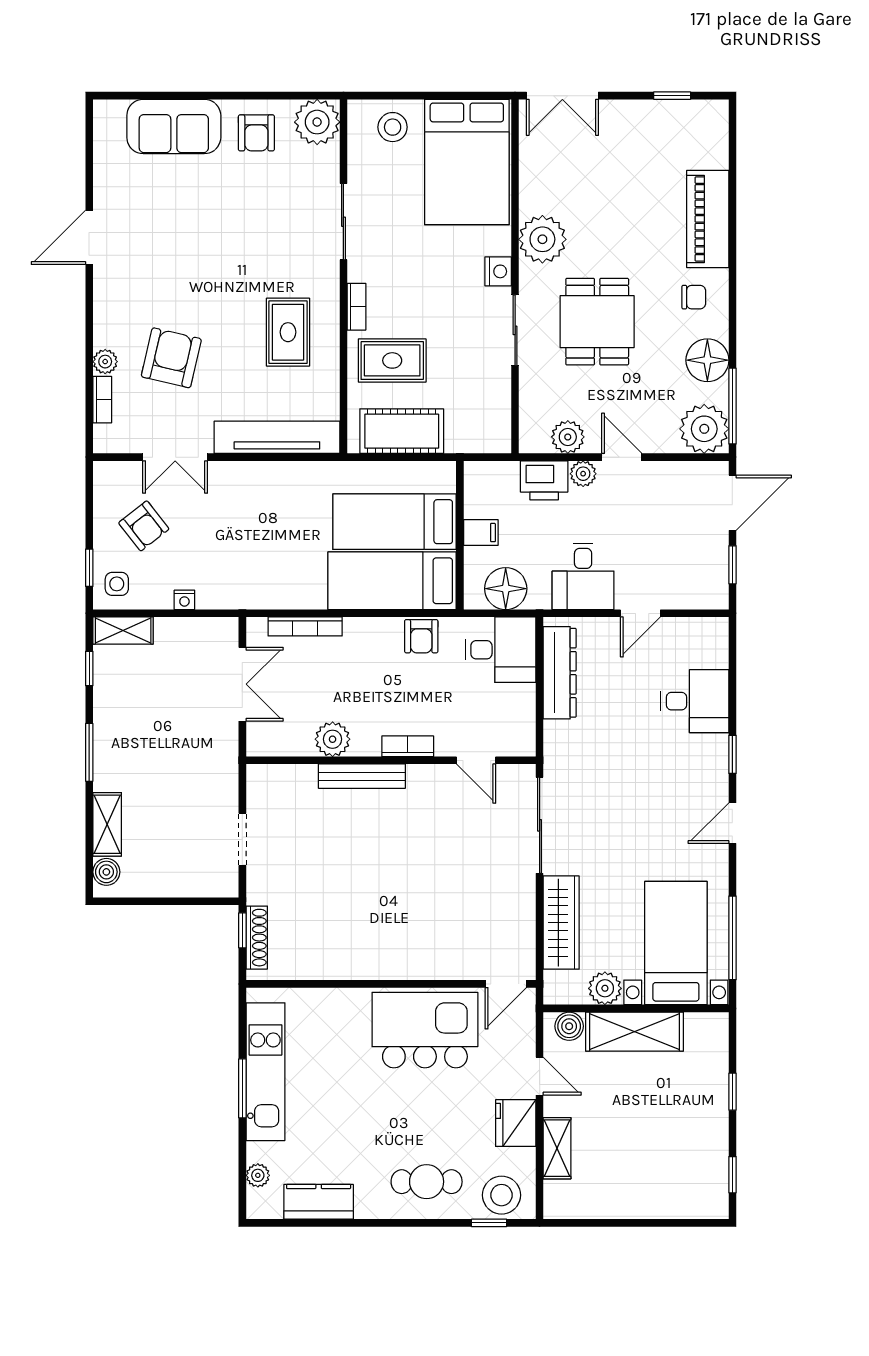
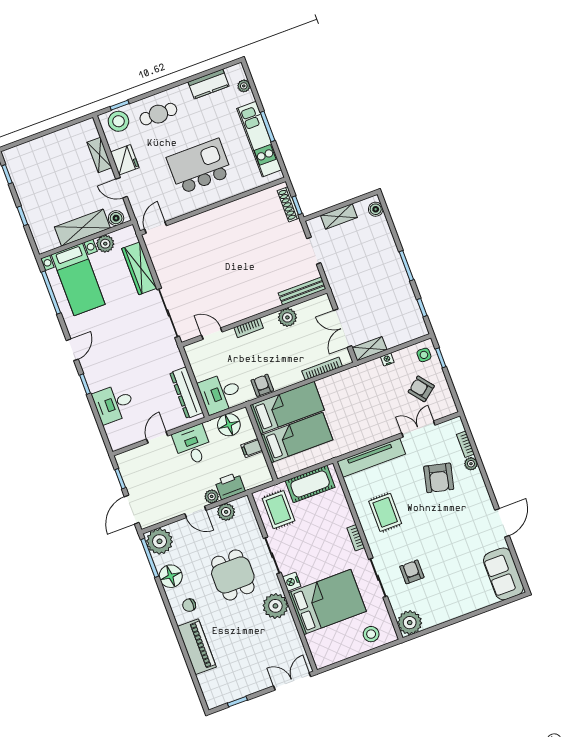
sofa: (174, 126) -> (503, 574), moved, turned -90
armchair: (256, 133) -> (412, 572), moved
bed: (467, 162) -> (327, 602), moved, turned 90
rug: (392, 360) -> (278, 510), moved, turned 90
shelving: (123, 631) -> (369, 349), moved
bench: (362, 776) -> (302, 291), moved
shelving: (107, 824) -> (339, 216), moved, turned 90
kitchen island: (425, 1030) -> (199, 166), moved, turned 180

